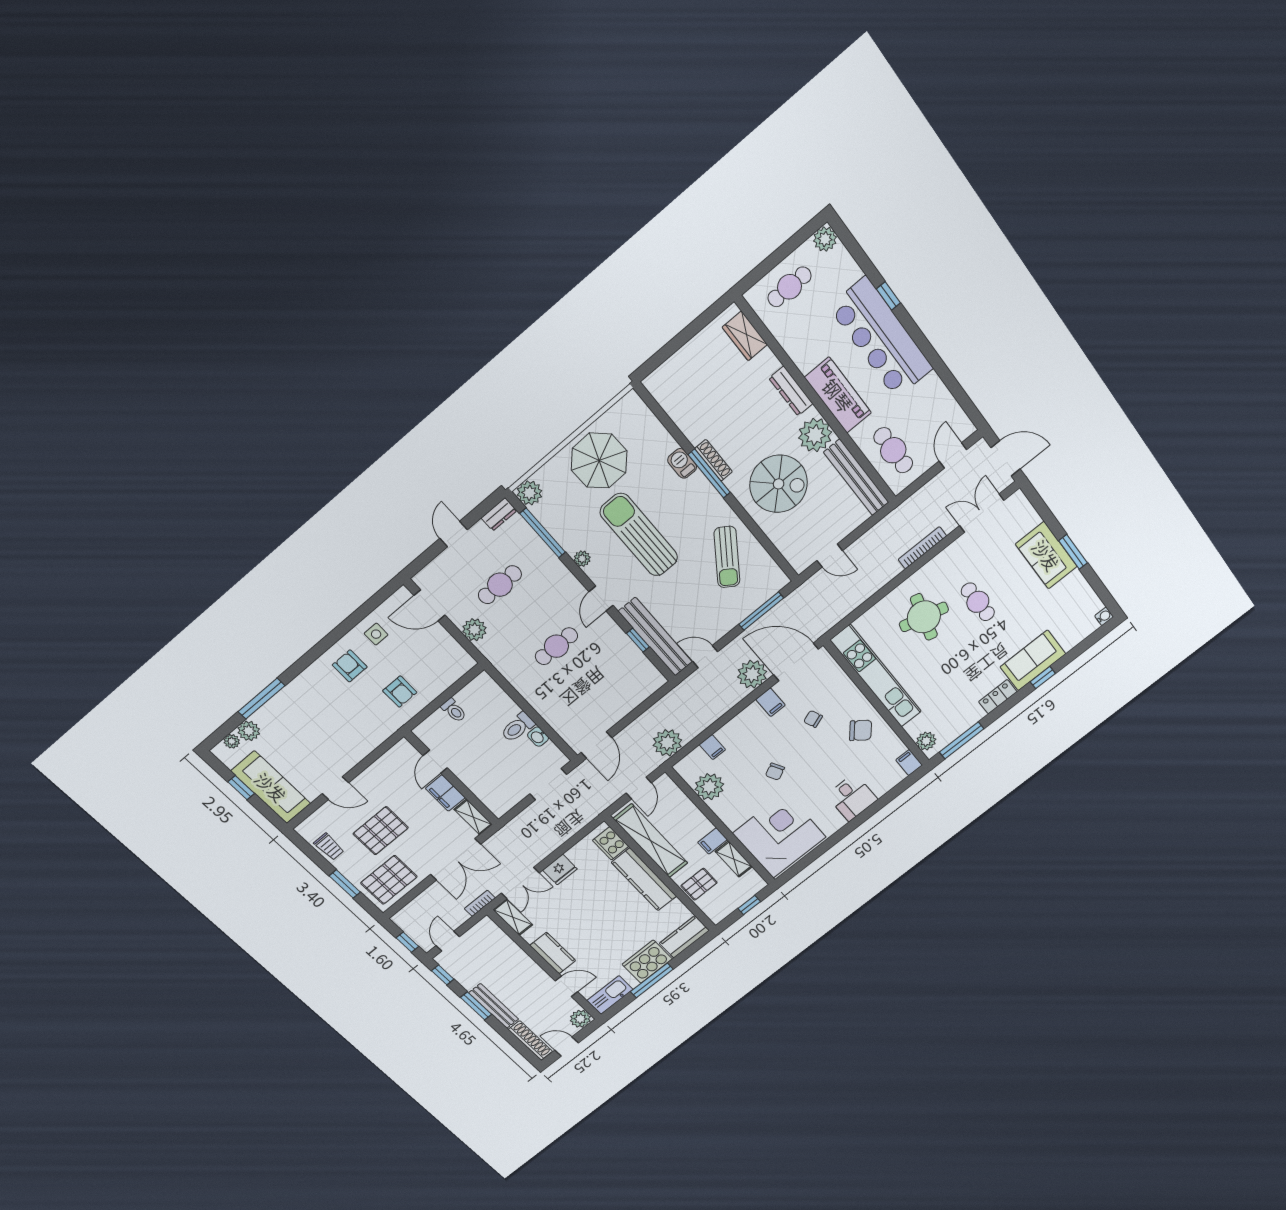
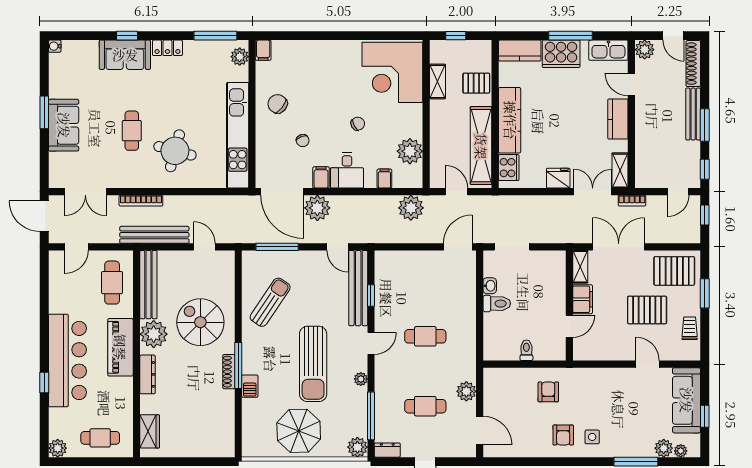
bench: (886, 528) -> (154, 235), added
side table: (376, 634) -> (592, 437), moved
door: (639, 788) -> (456, 192), hinge flipped
desk: (852, 797) -> (347, 170), moved, turned 180
filing cabinet: (713, 841) -> (440, 108), removed

